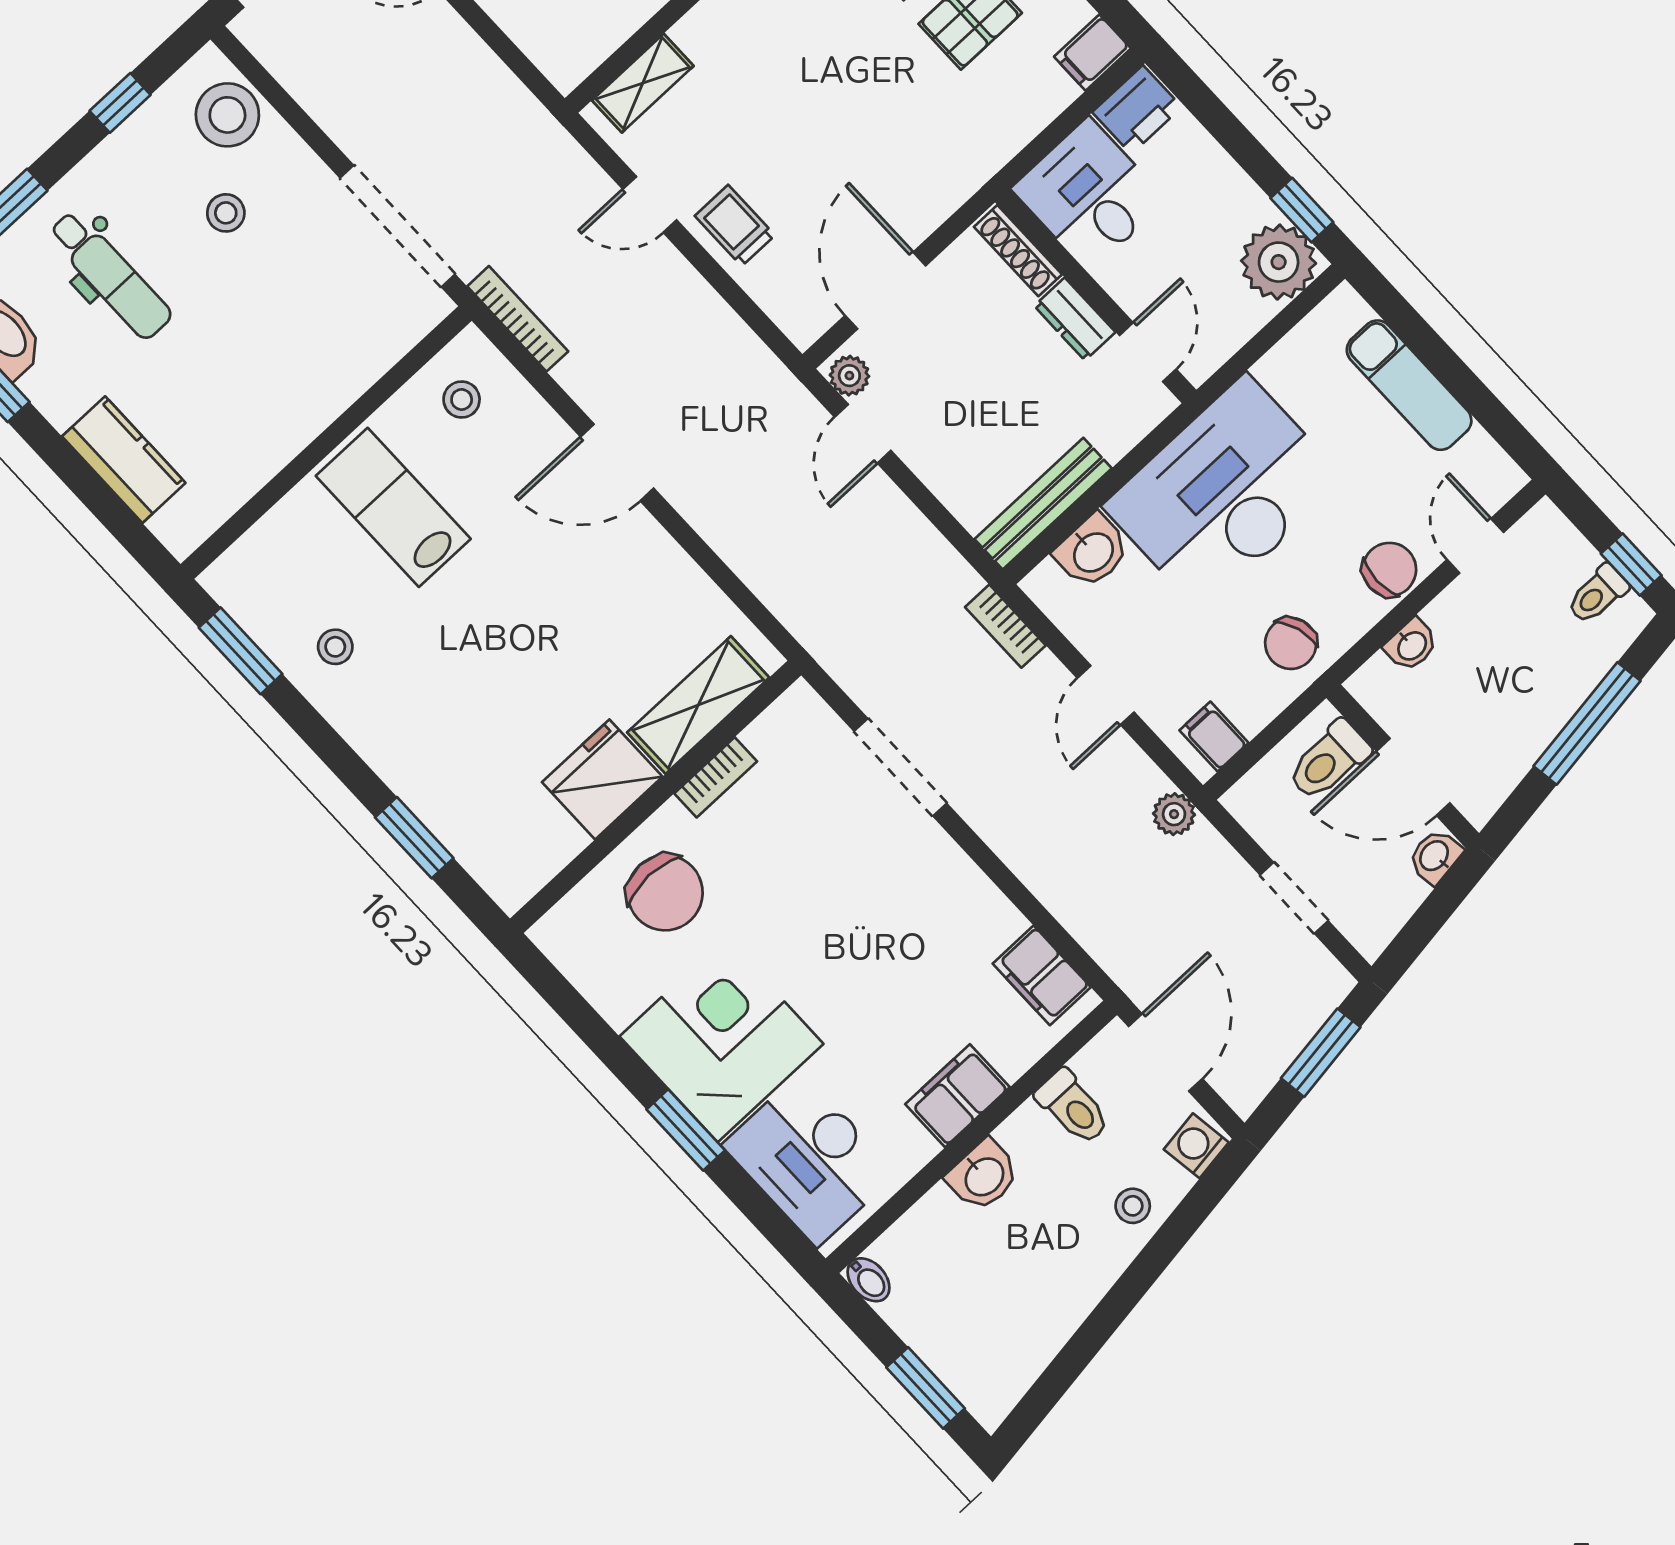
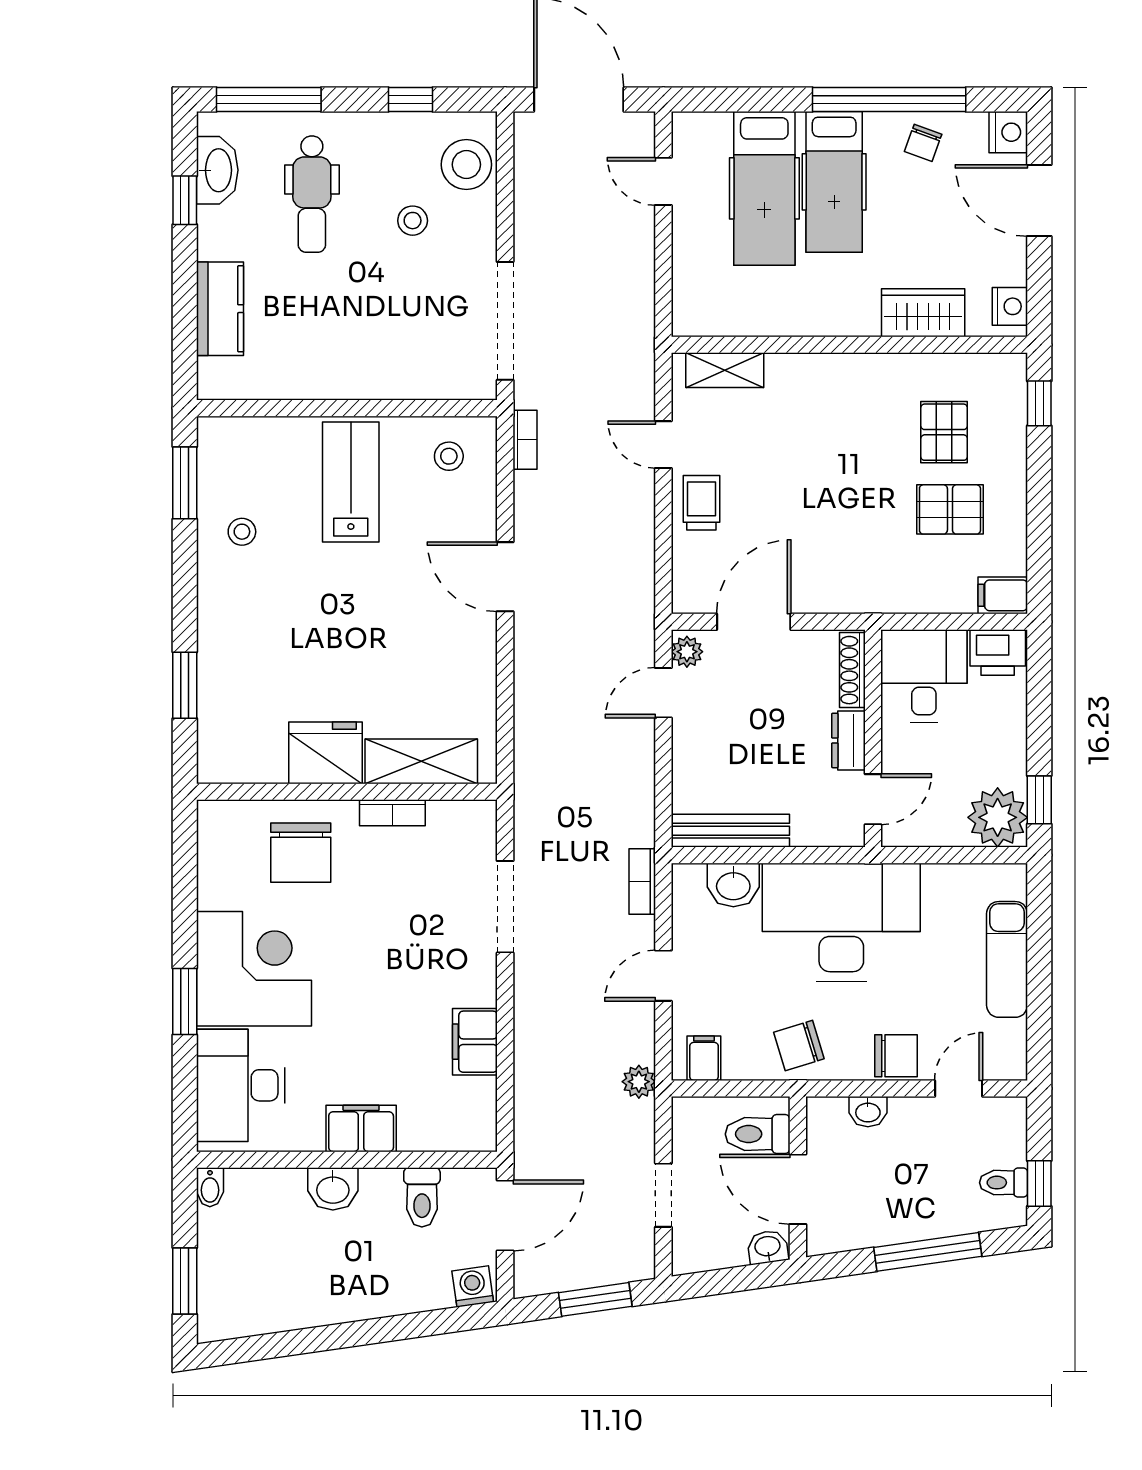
bookcase: (518, 319) -> (525, 440), width x0.64
filing cabinet: (1042, 975) -> (475, 1042), moved
stool: (1133, 1206) -> (403, 1287), removed

